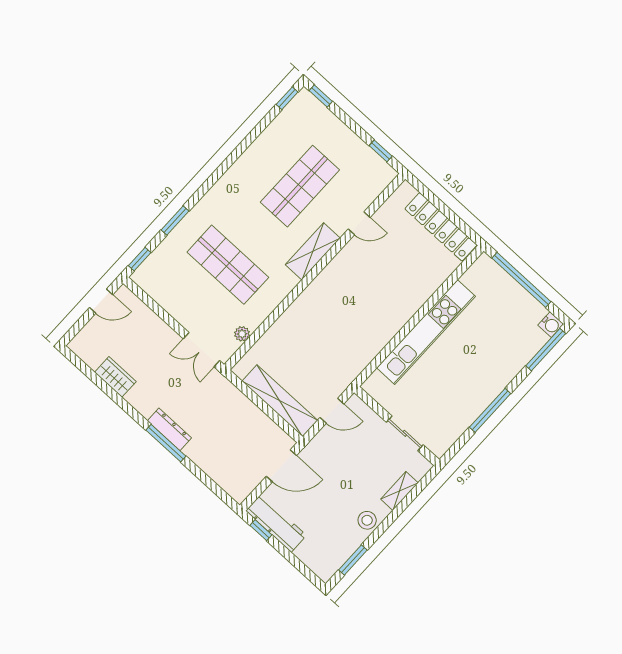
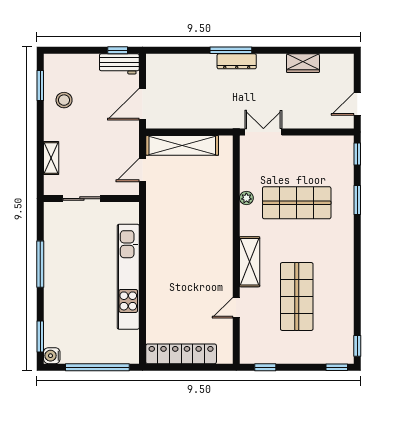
plant: (242, 334) -> (246, 198), moved
window: (546, 350) -> (40, 336), width x0.69
stool: (367, 520) -> (64, 100), moved
workbench: (276, 523) -> (119, 64), width x0.73

